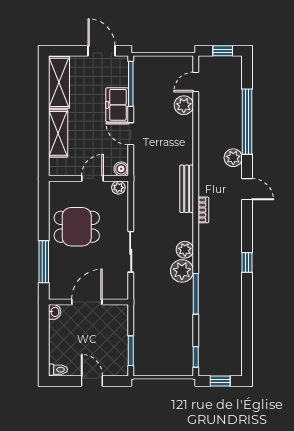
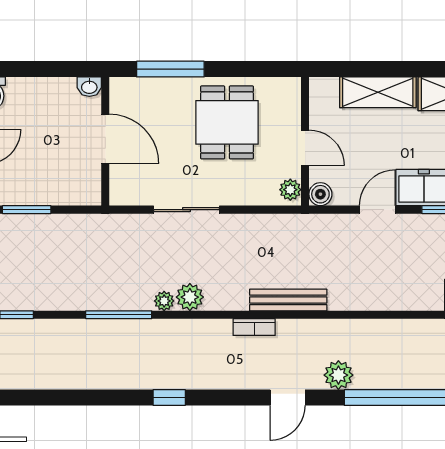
plant: (184, 105) -> (423, 295), removed
plant: (182, 271) -> (164, 301), width x0.53, depth x0.53

